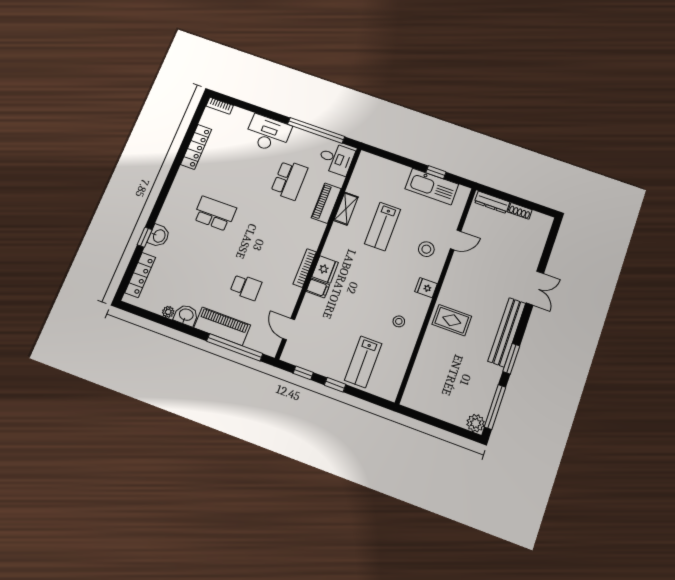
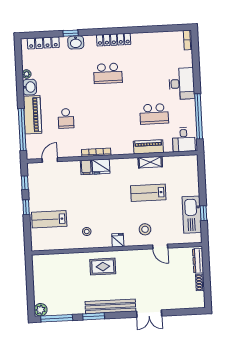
locker: (196, 147) -> (114, 40), moved
school desk: (215, 214) -> (108, 73), turned 90
rug: (452, 320) -> (103, 267), turned 90

